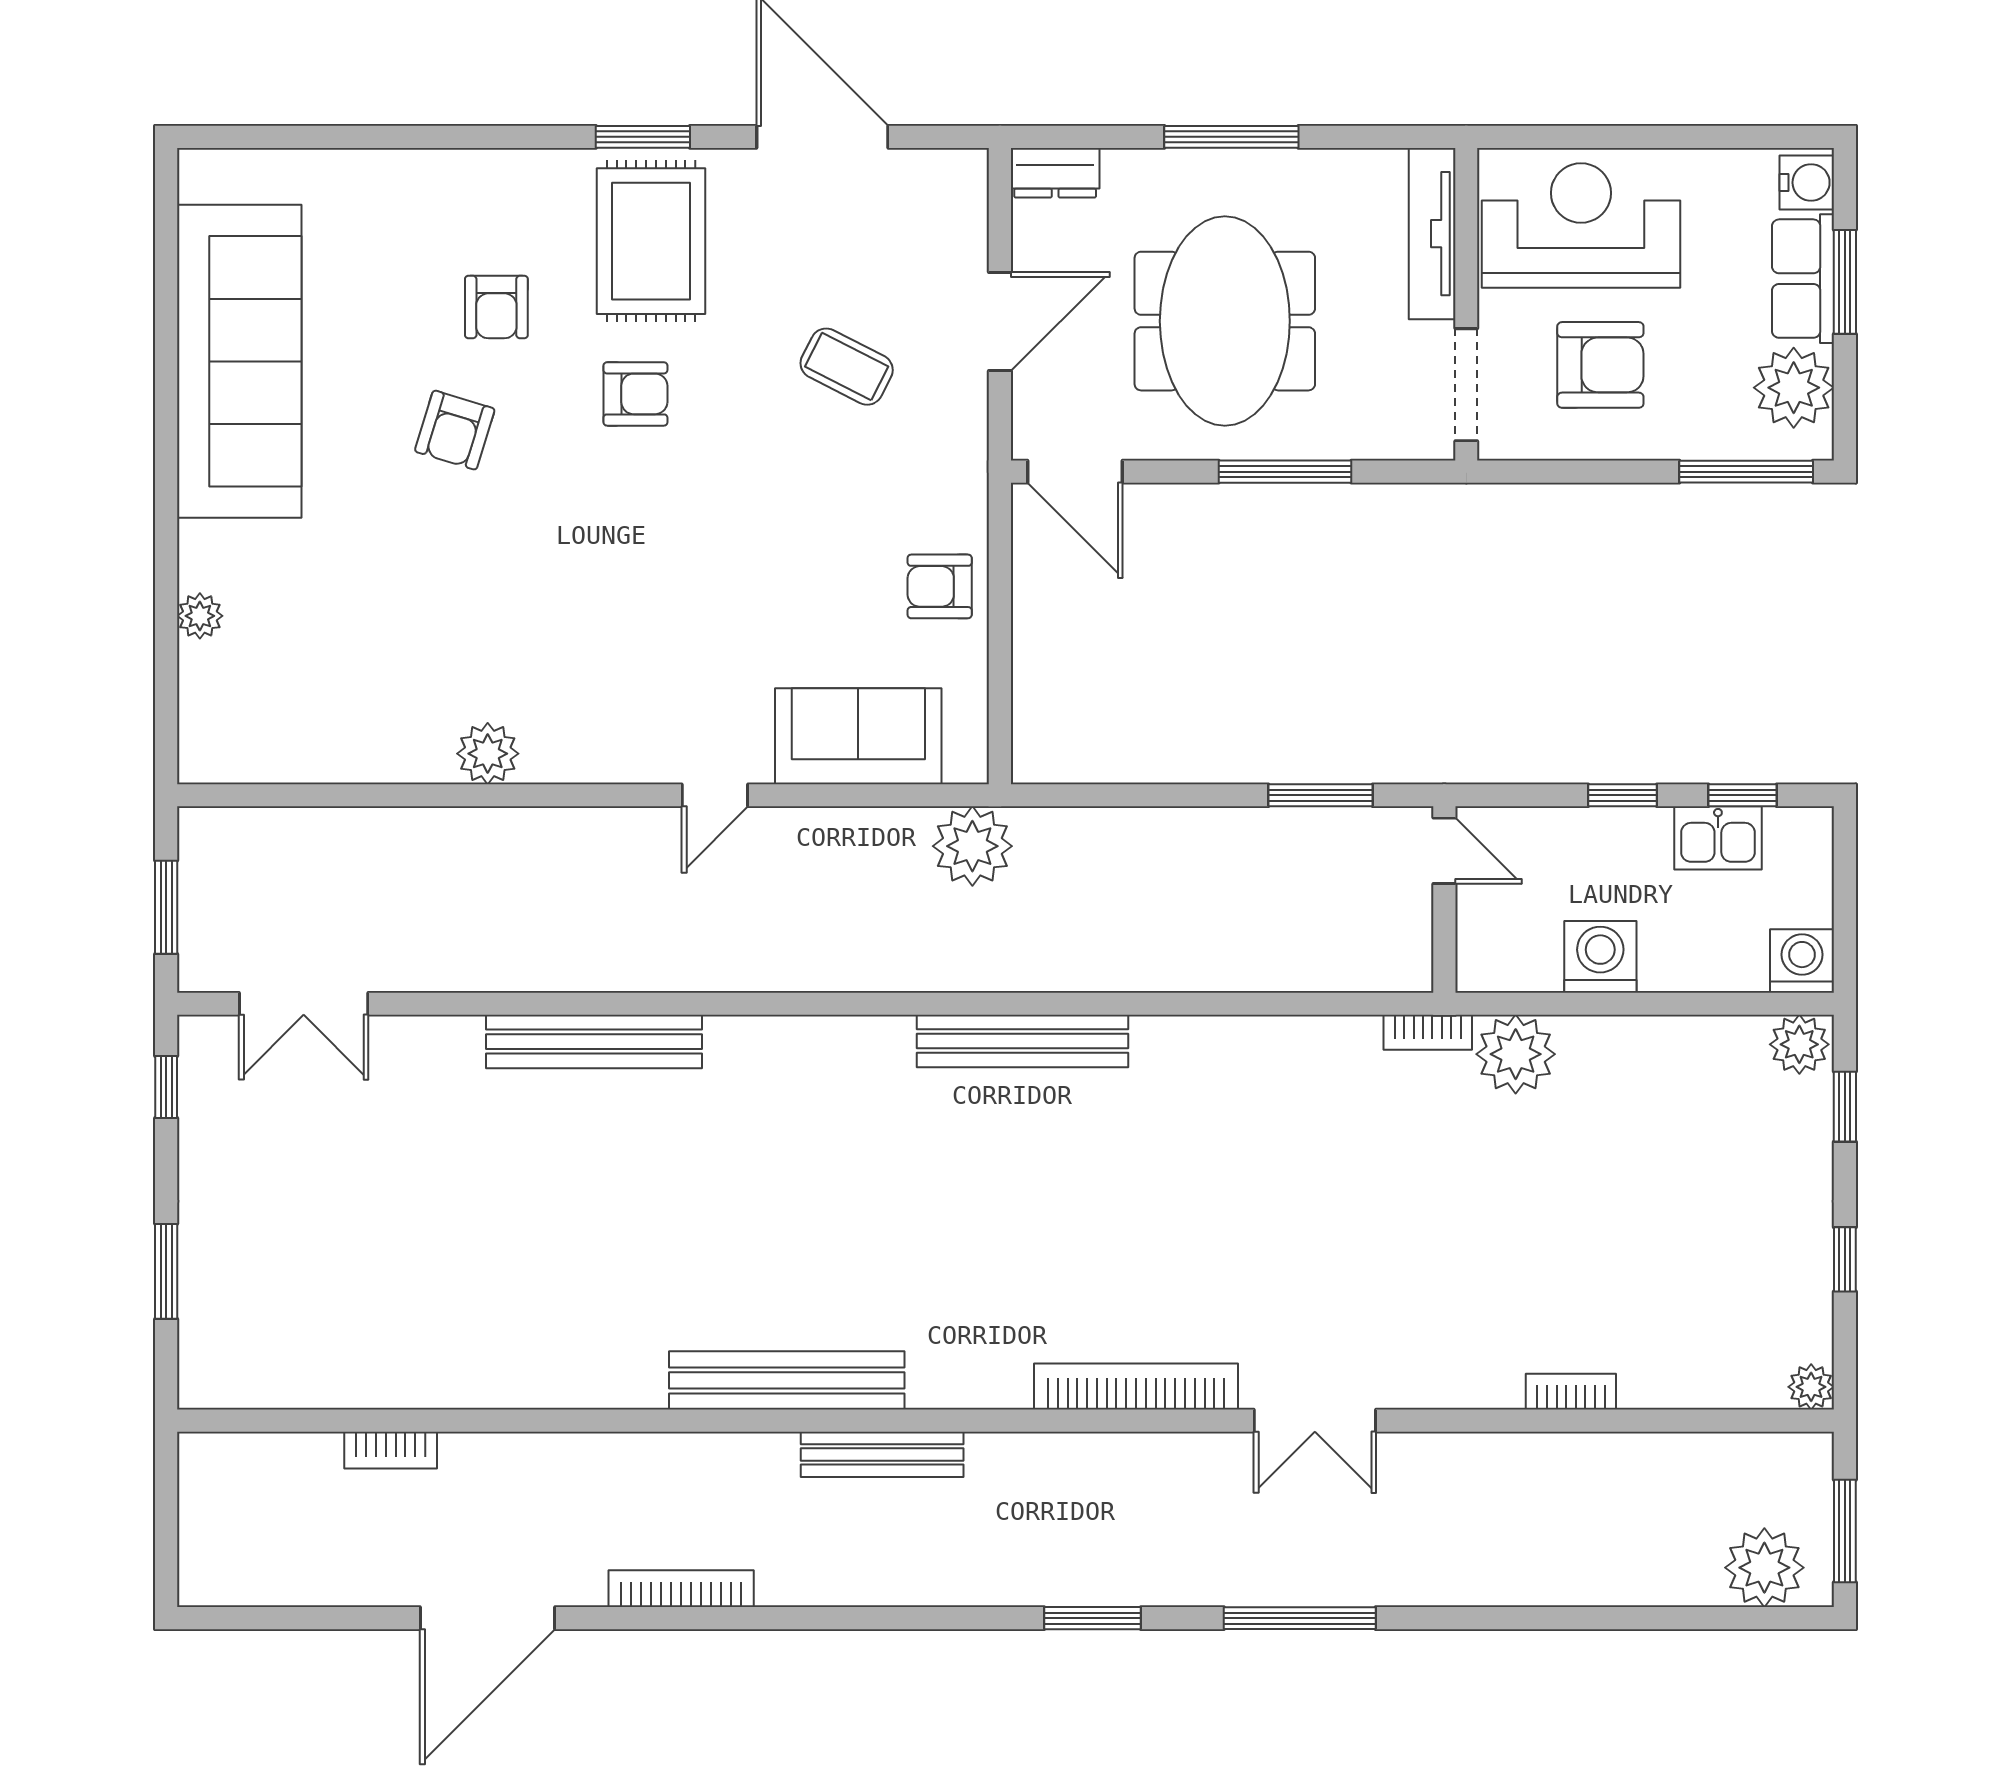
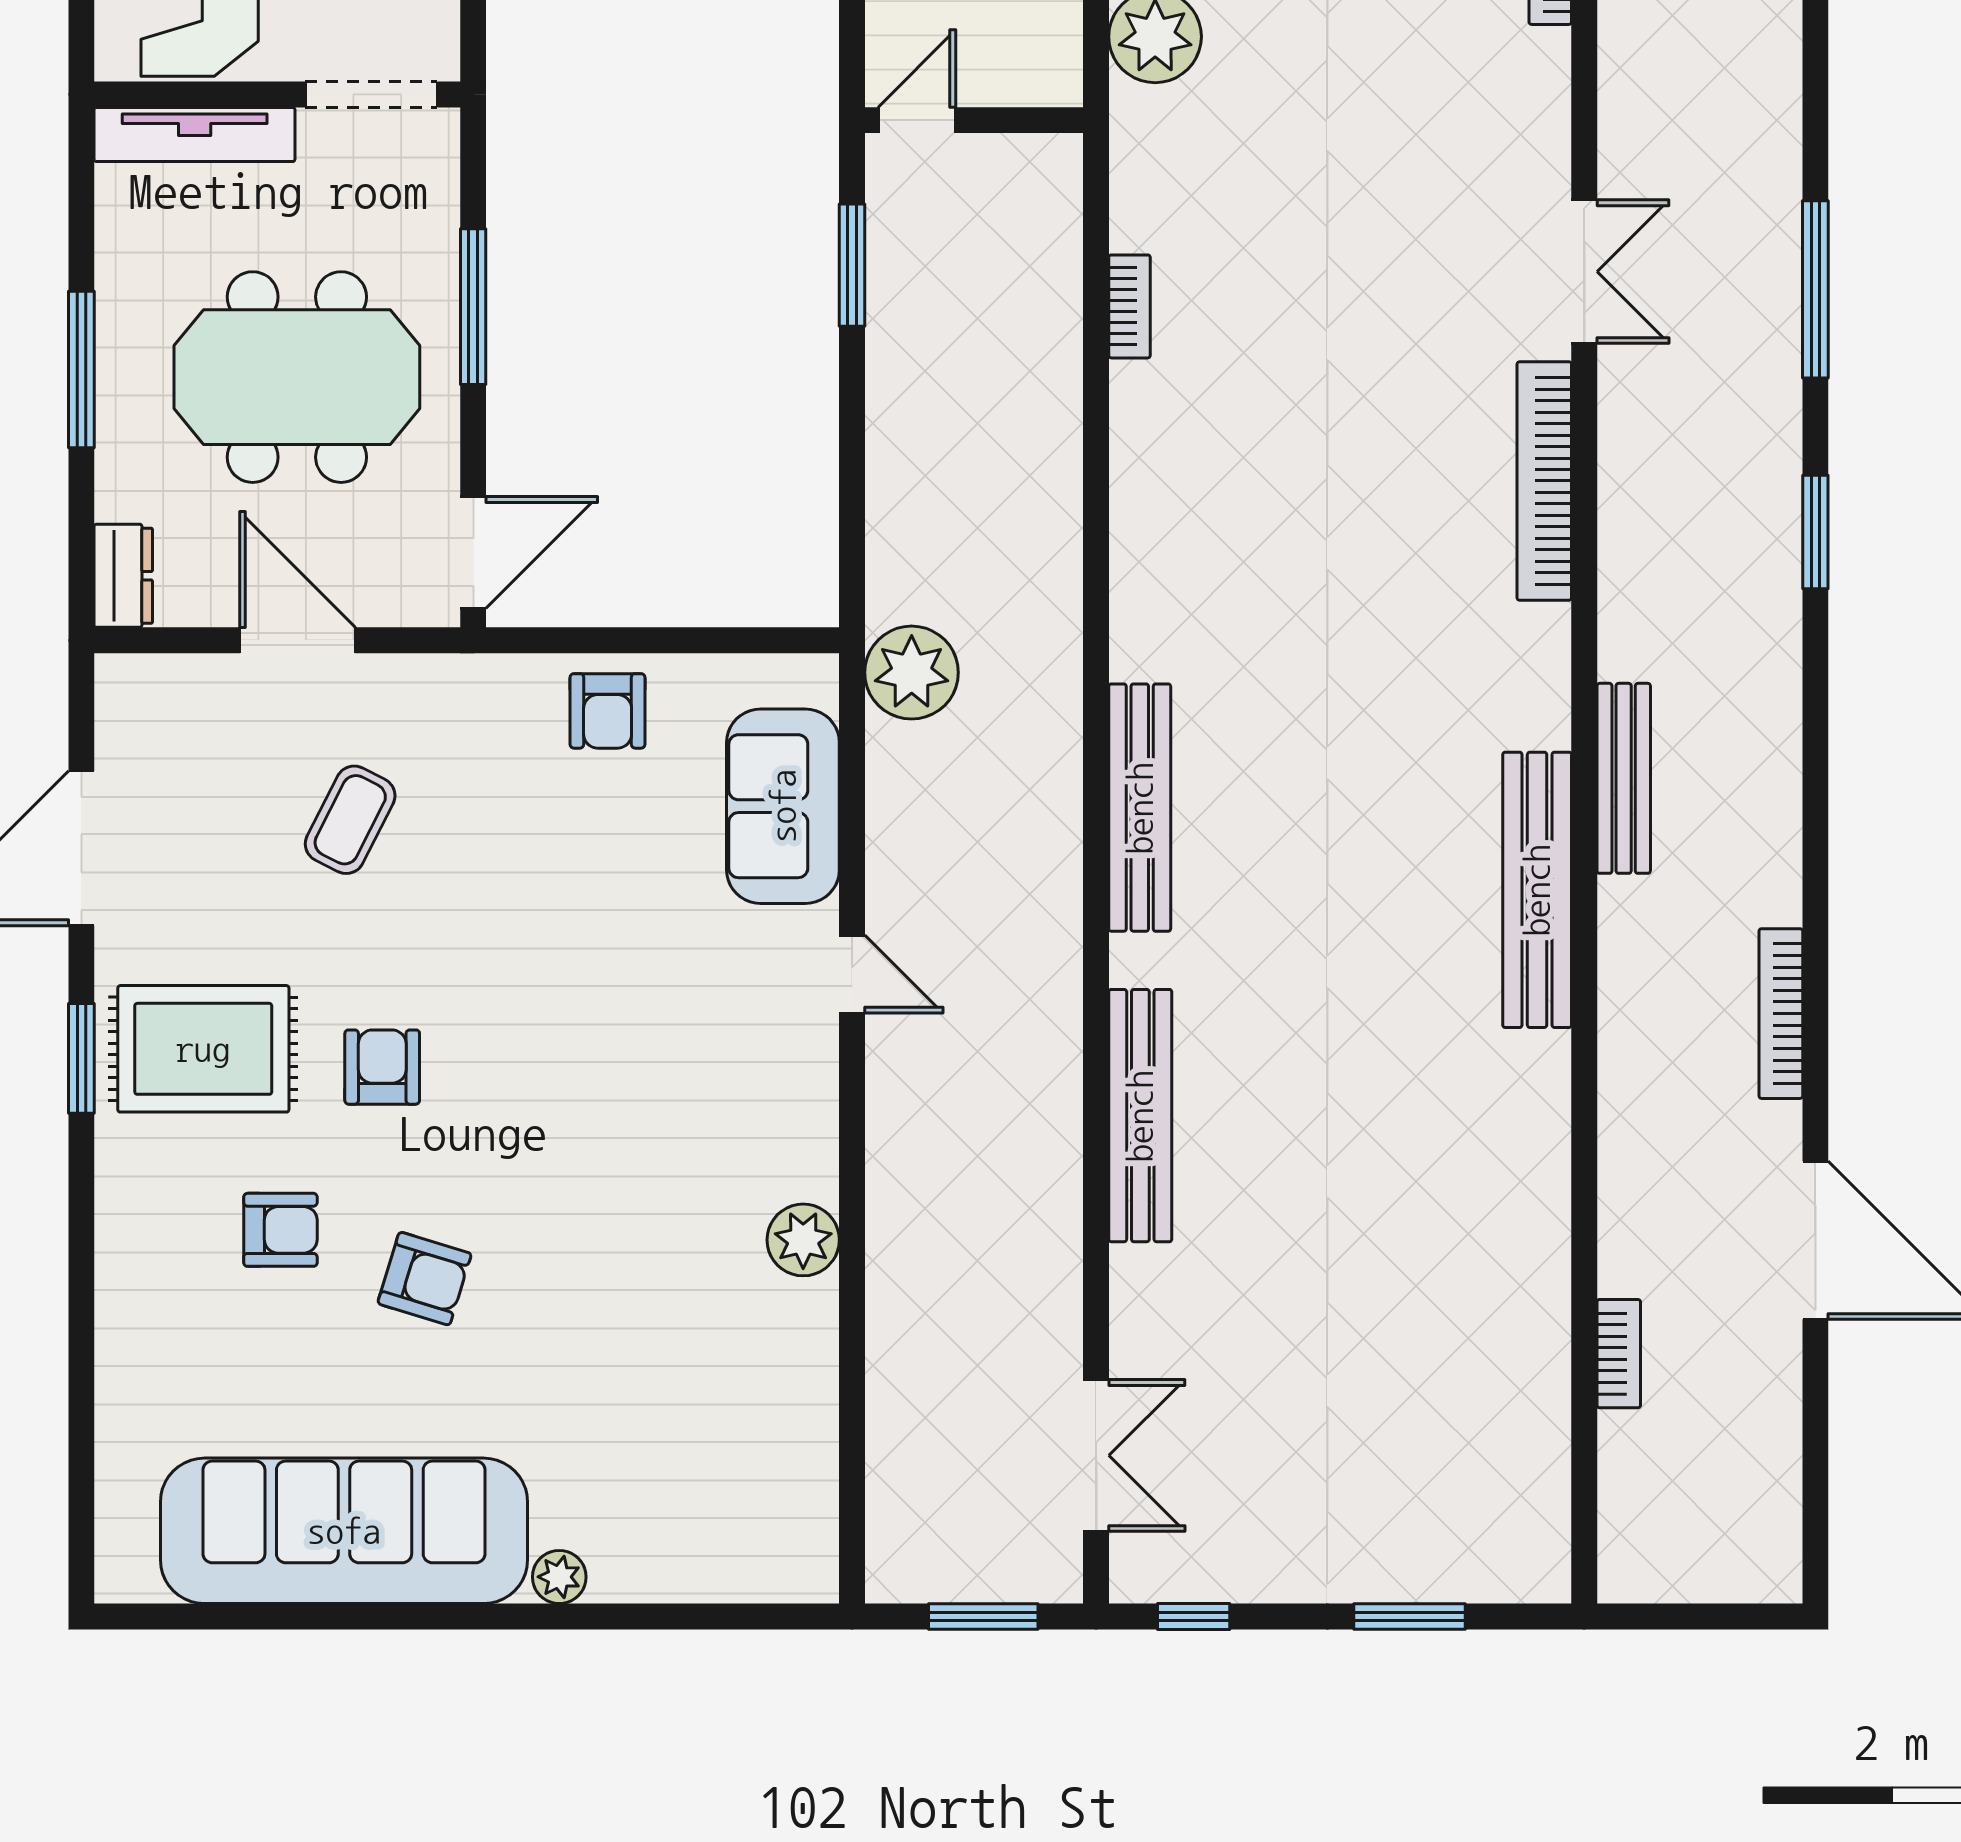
plant: (200, 616) -> (559, 1577), moved
bookcase: (1428, 1032) -> (1130, 306), moved
bench: (1023, 1041) -> (1140, 808), moved

